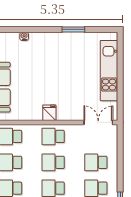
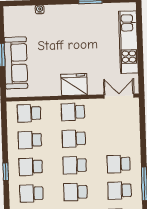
fridge: (49, 113) -> (74, 85), width x1.88, depth x1.34
school desk: (96, 162) -> (118, 137), removed

